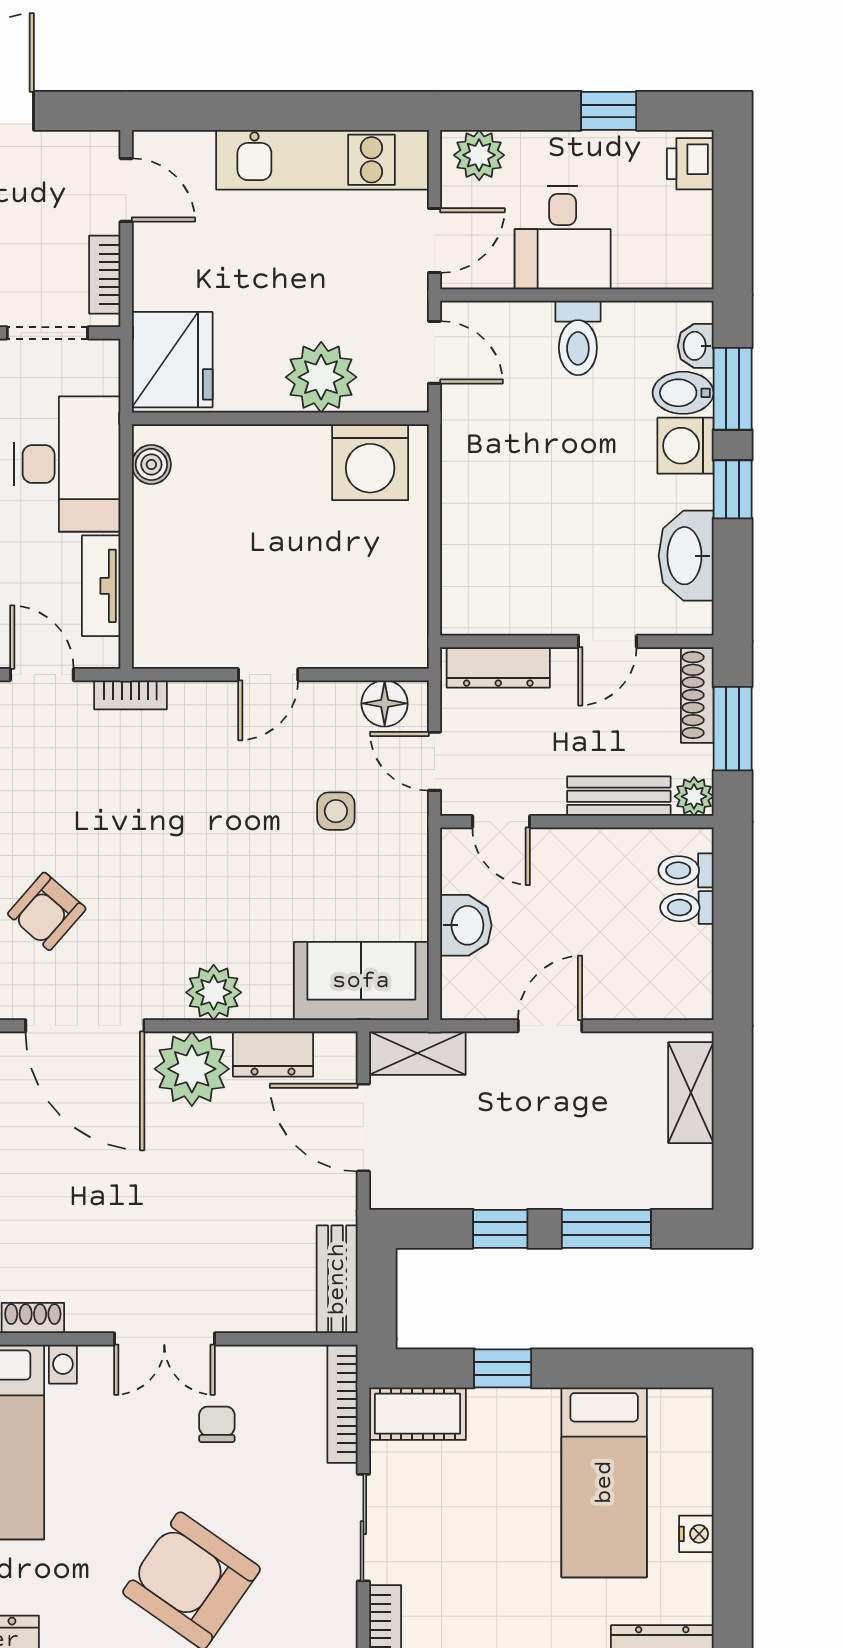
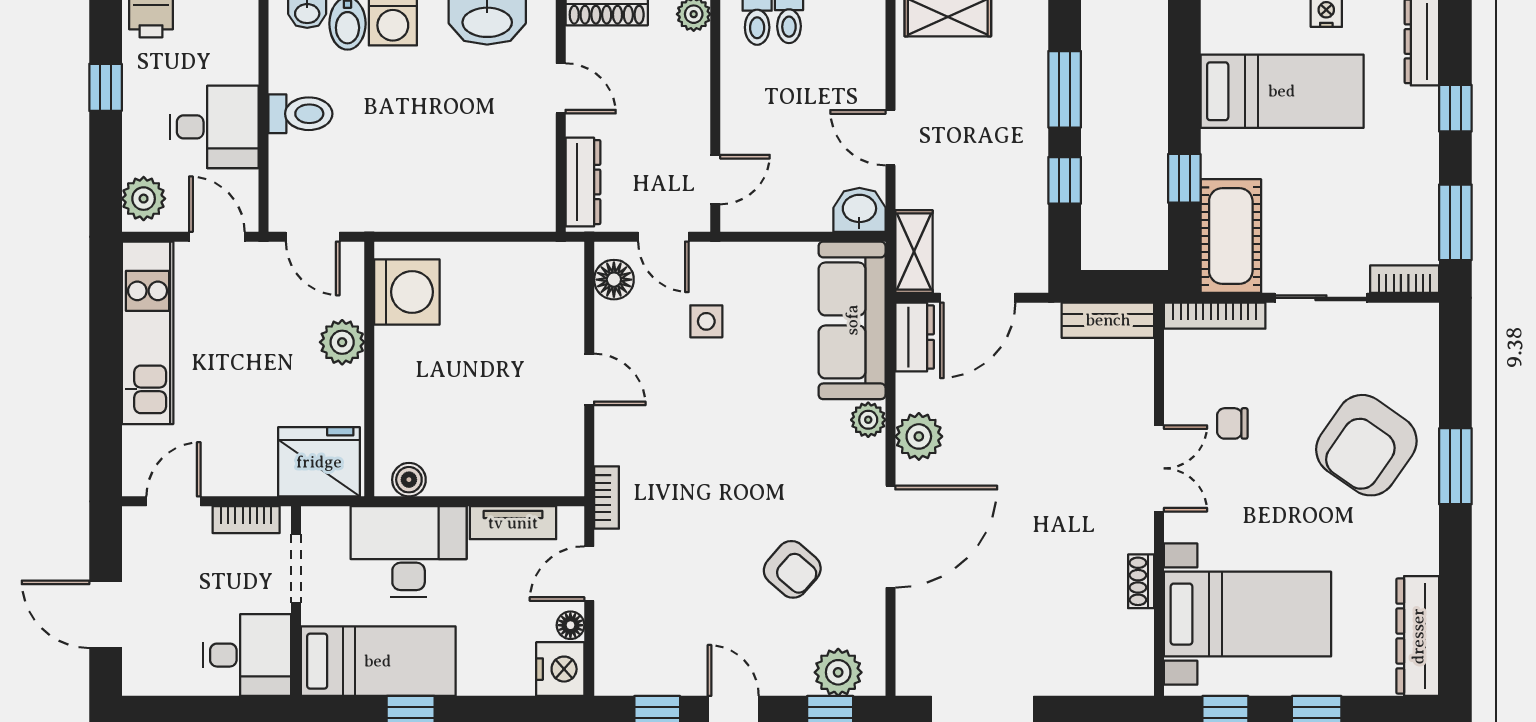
door: (435, 352) -> (313, 237), swing flipped
plant: (321, 377) -> (342, 342), width x0.73, depth x0.73
door: (435, 761) -> (663, 237), hinge flipped
bench: (619, 796) -> (694, 79), removed
washbasin: (466, 925) -> (859, 210), moved
sofa: (361, 981) -> (852, 320), width x1.36
plant: (214, 992) -> (868, 420), width x0.73, depth x0.73
dresser: (273, 1054) -> (915, 337), moved
plant: (192, 1069) -> (919, 436), width x0.73, depth x0.73
cot: (418, 1414) -> (1231, 236), width x1.37, depth x1.34

